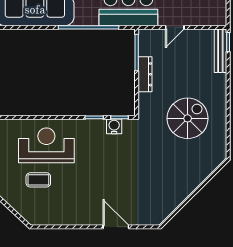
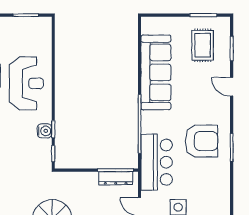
dresser: (145, 74) -> (116, 178), moved
water cooler: (114, 126) -> (45, 131), moved

